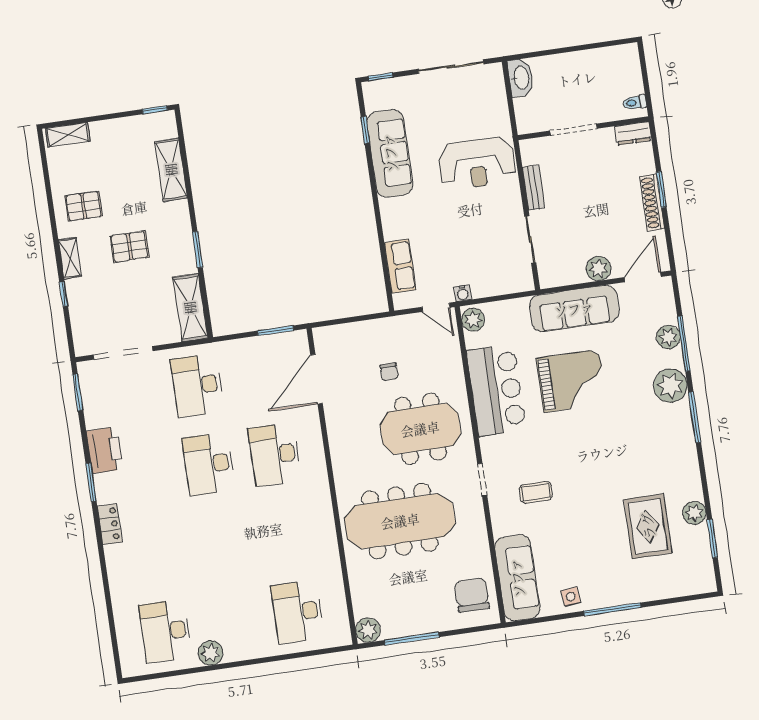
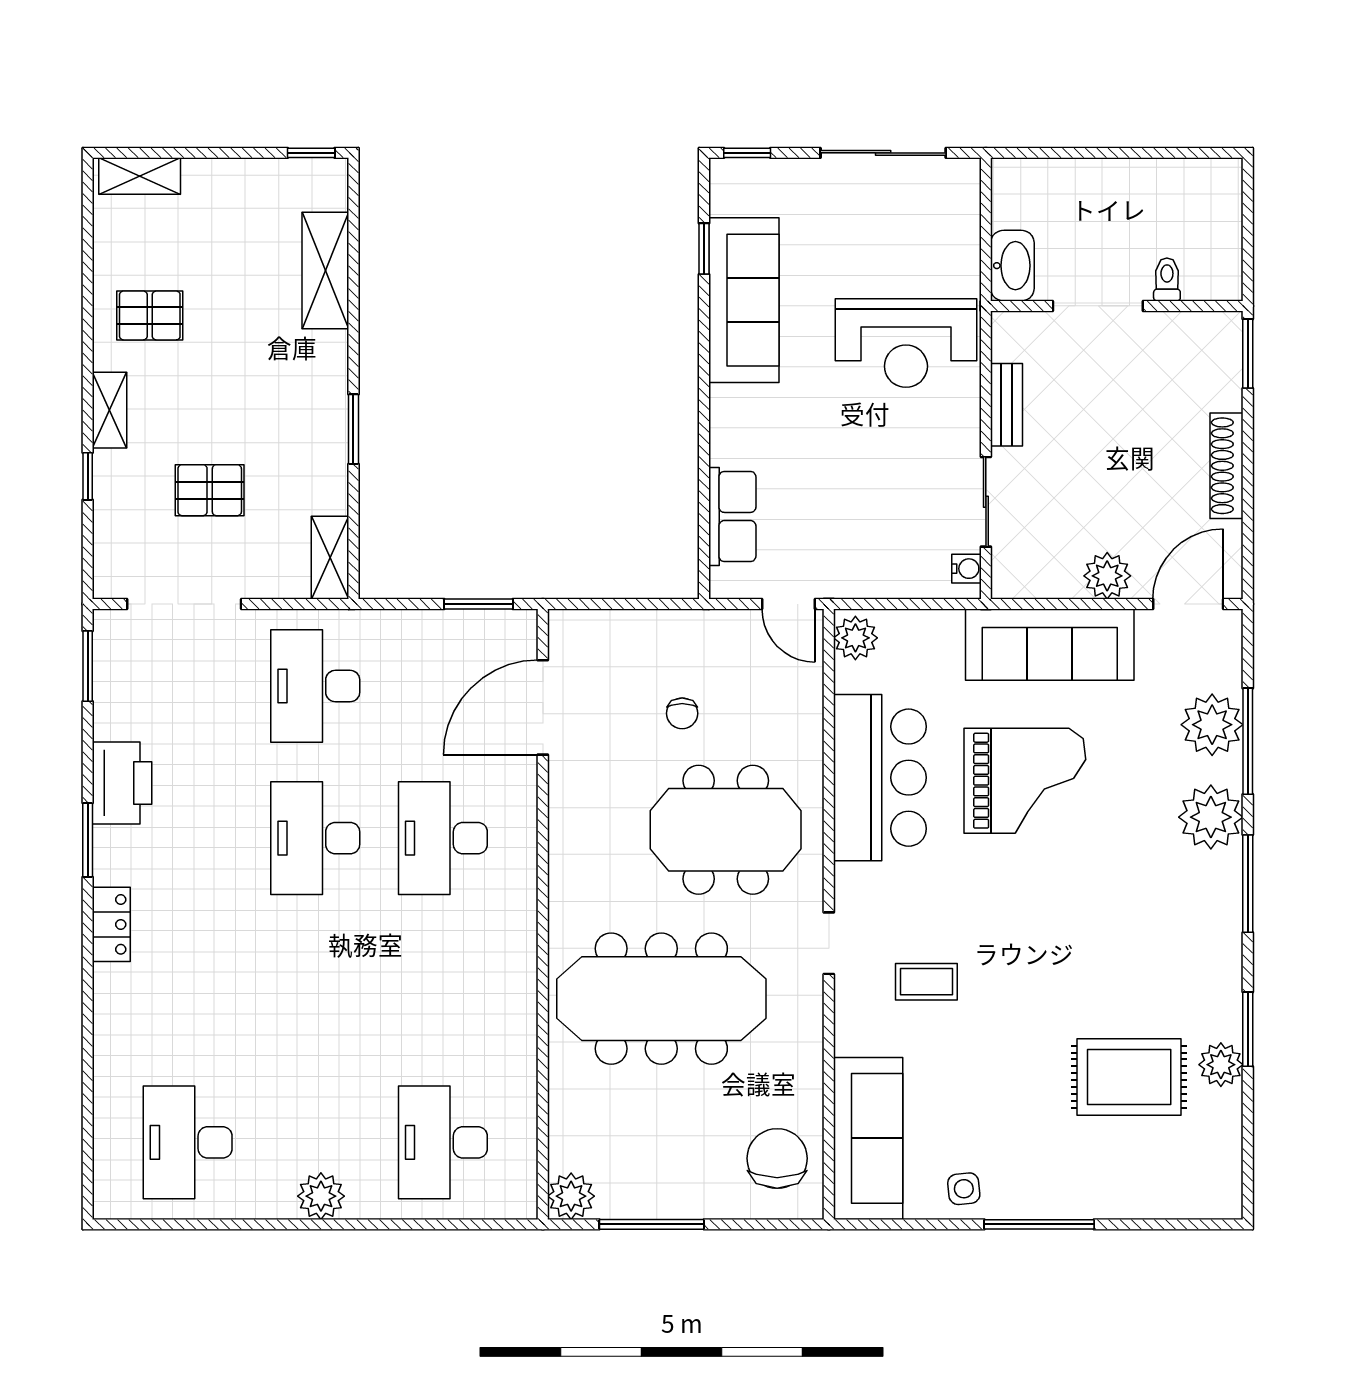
washbasin: (521, 78) -> (1012, 266), moved
toilet: (635, 103) -> (1167, 280), moved, turned 90
dresser: (633, 133) -> (1210, 329), removed
window: (661, 190) -> (1248, 354), moved
pallet: (129, 247) -> (210, 490), moved
water cooler: (463, 293) -> (967, 569), moved, turned -90
shelving: (190, 308) -> (330, 558), width x0.67, depth x0.75
plant: (668, 337) -> (1212, 725), width x1.36, depth x1.36
rug: (648, 526) -> (1129, 1077), turned 90
window: (712, 539) -> (1248, 1029), moved
plant: (211, 653) -> (321, 1196), moved

